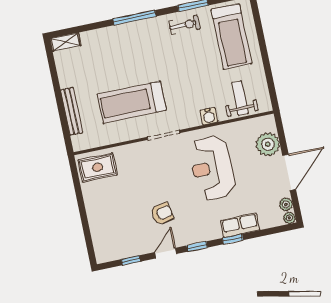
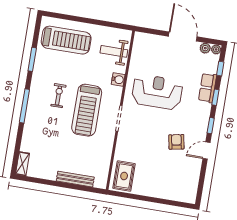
exercise bike: (184, 25) -> (58, 96), moved
treadmill: (132, 102) -> (87, 110), moved
plant: (268, 144) -> (156, 44), removed
reception desk: (212, 168) -> (157, 92), turned 180
door: (166, 253) -> (207, 150), hinge flipped
window: (131, 260) -> (220, 69), moved

